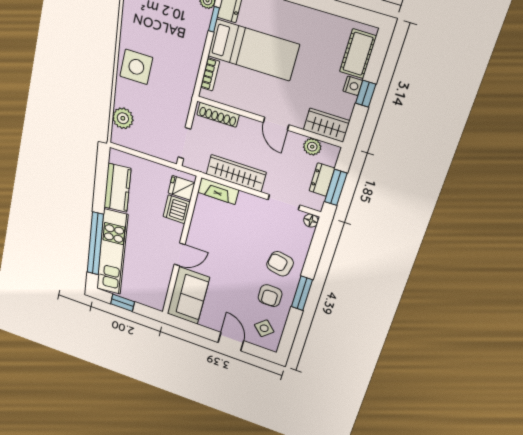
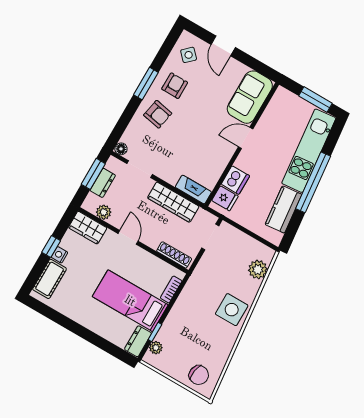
window: (95, 244) -> (313, 182), moved
window: (123, 303) -> (315, 100), width x1.50

